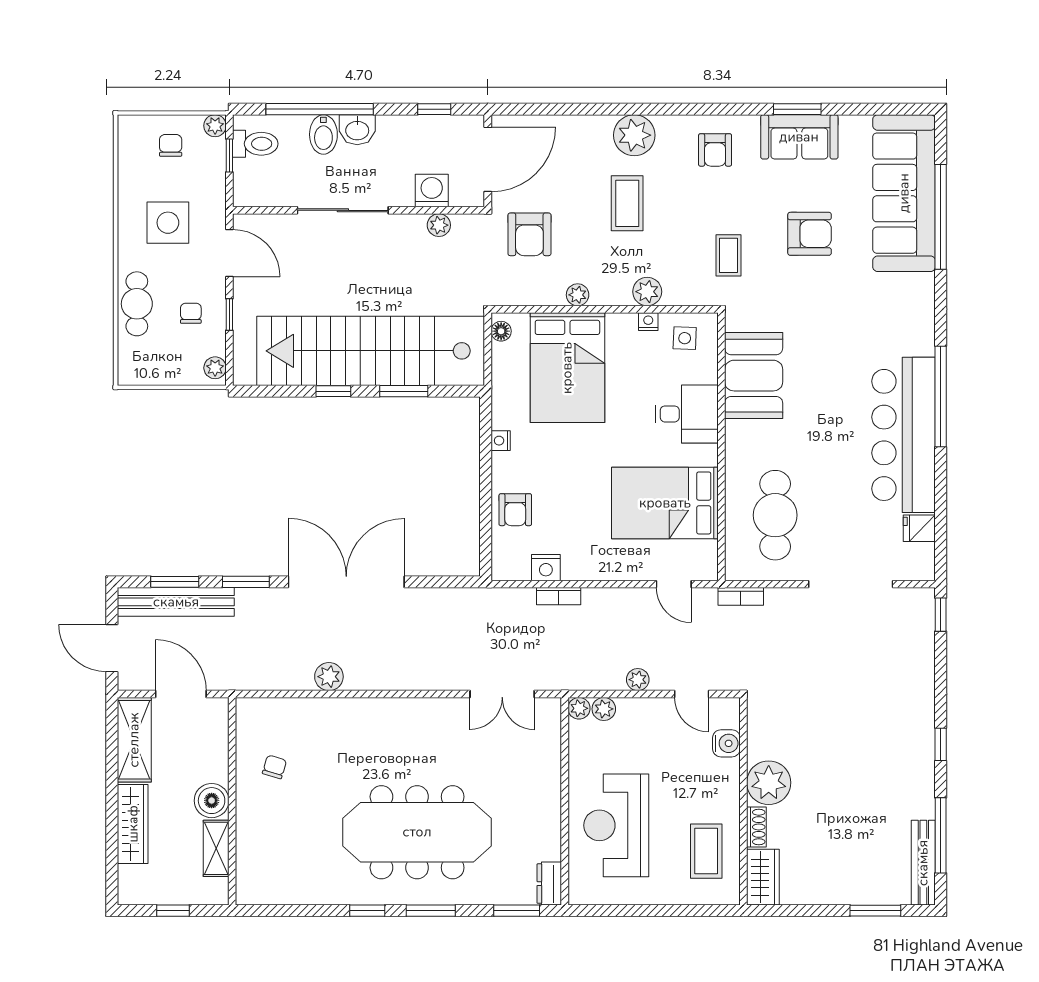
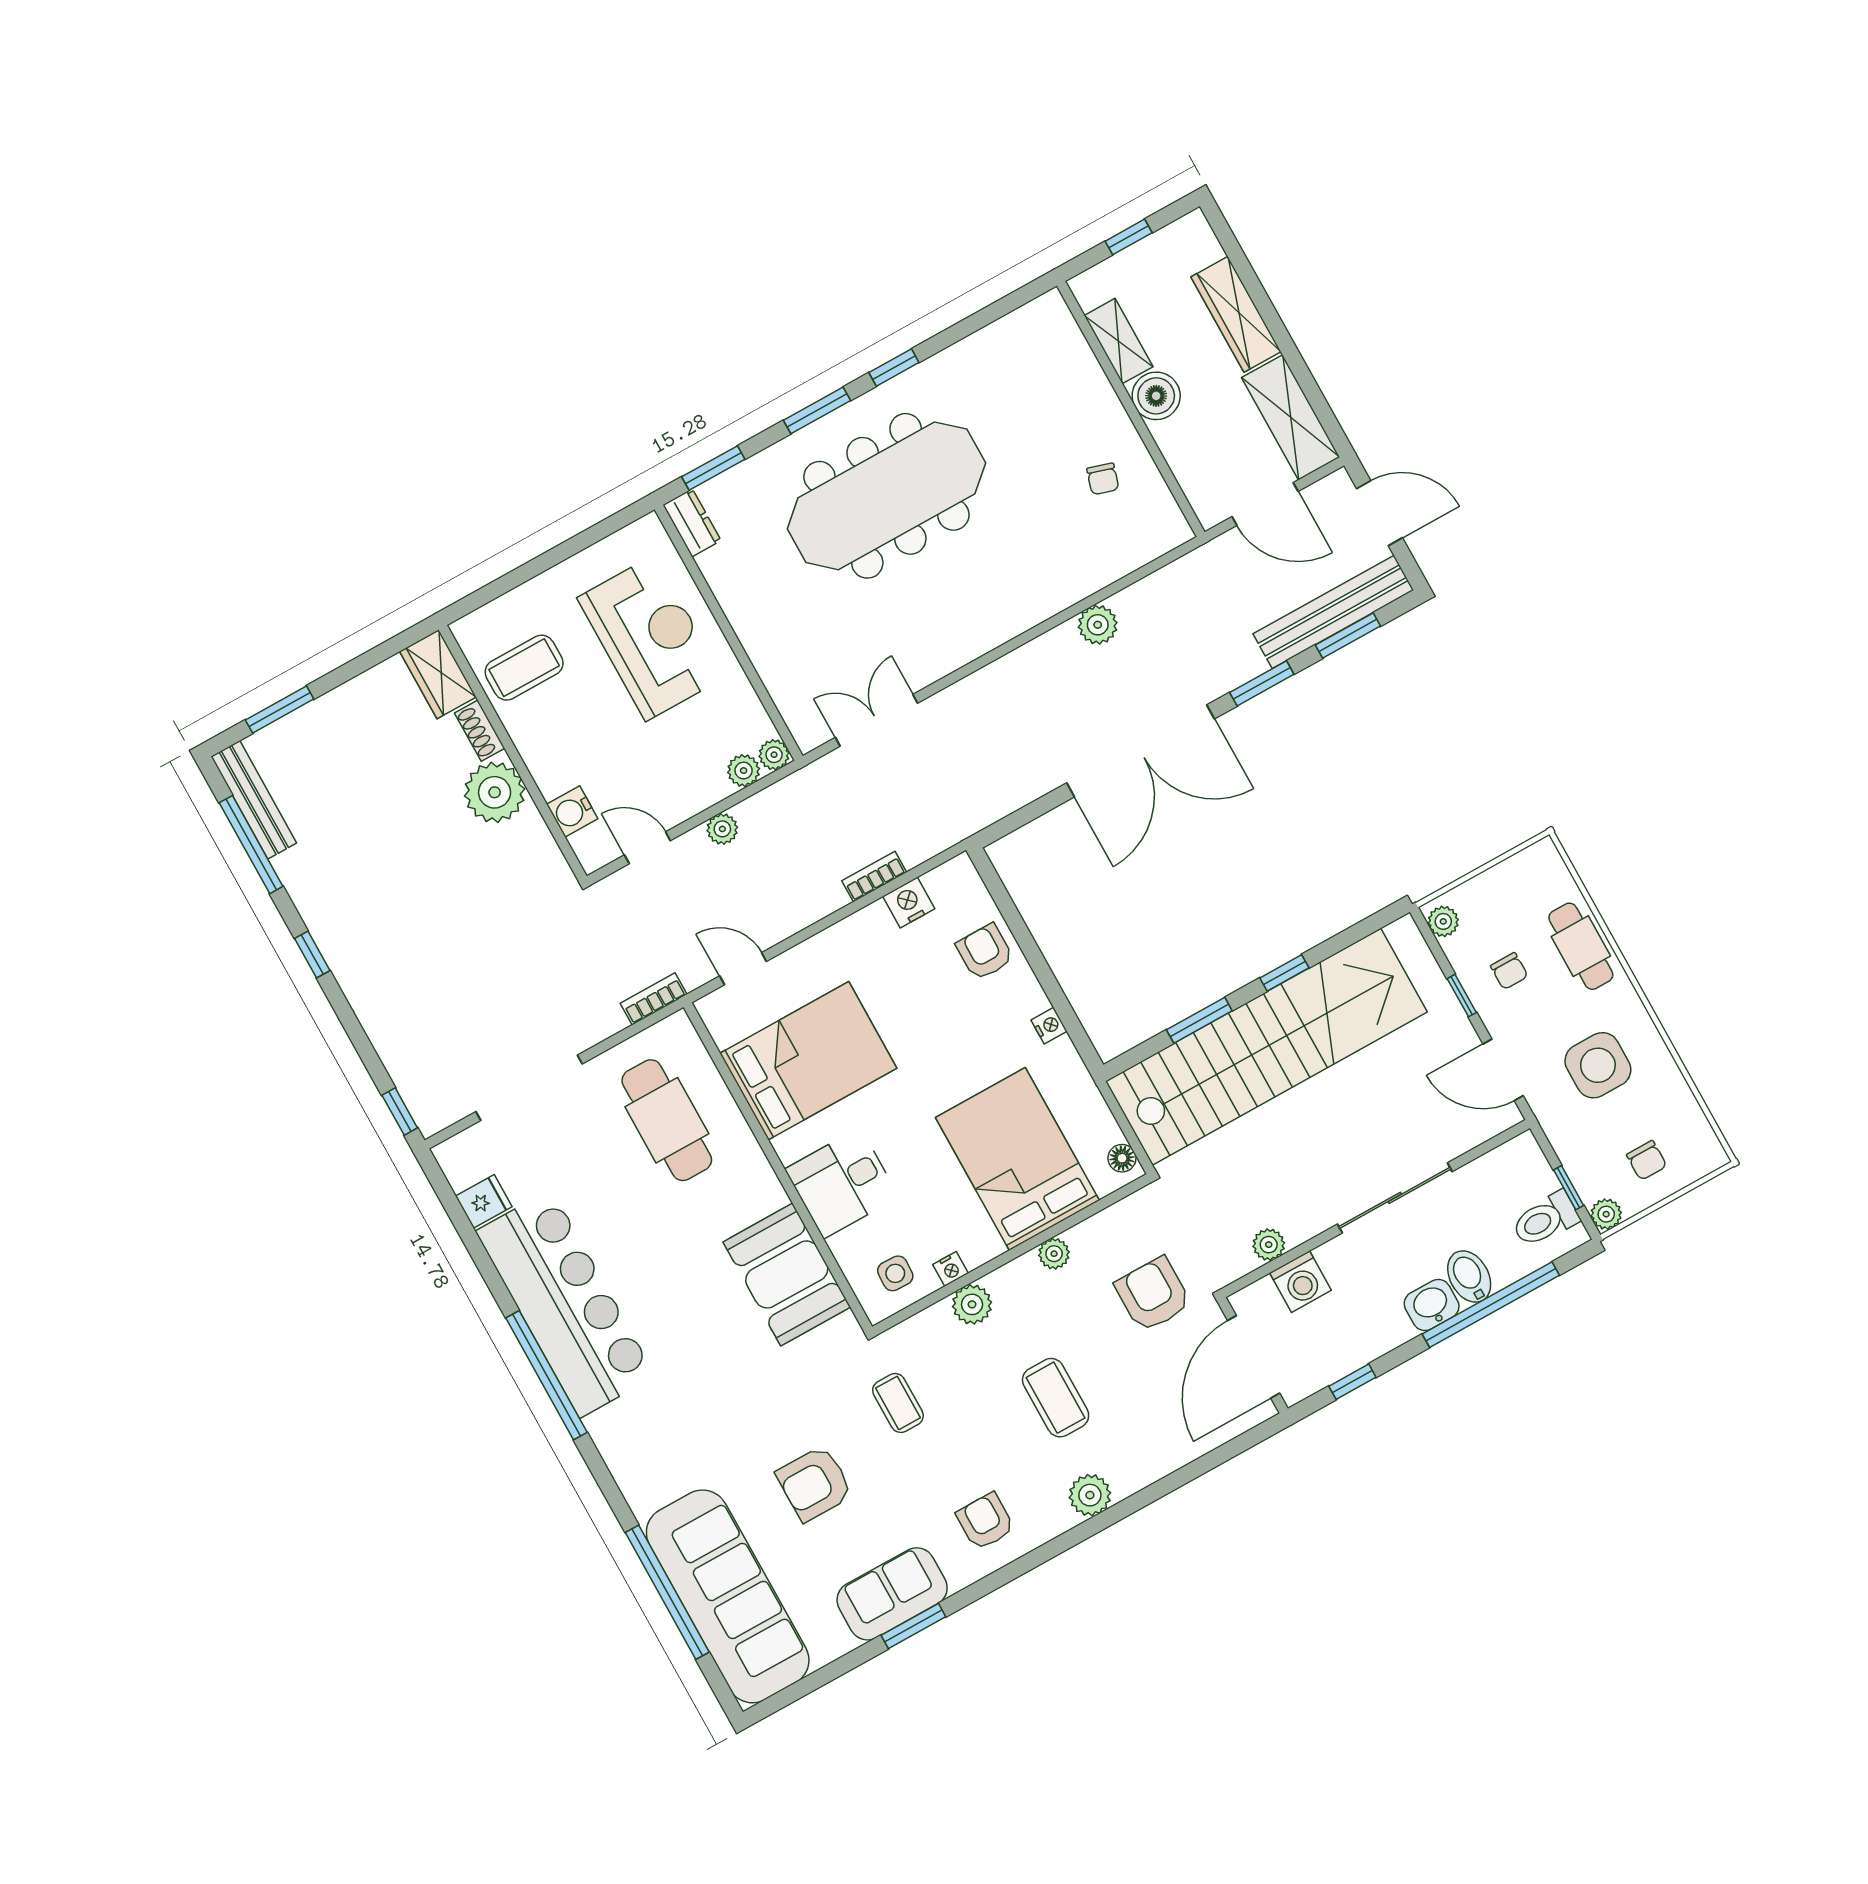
plant: (634, 135) -> (1090, 1495), width x0.73, depth x0.73
coffee table: (706, 851) -> (524, 668), turned 90

